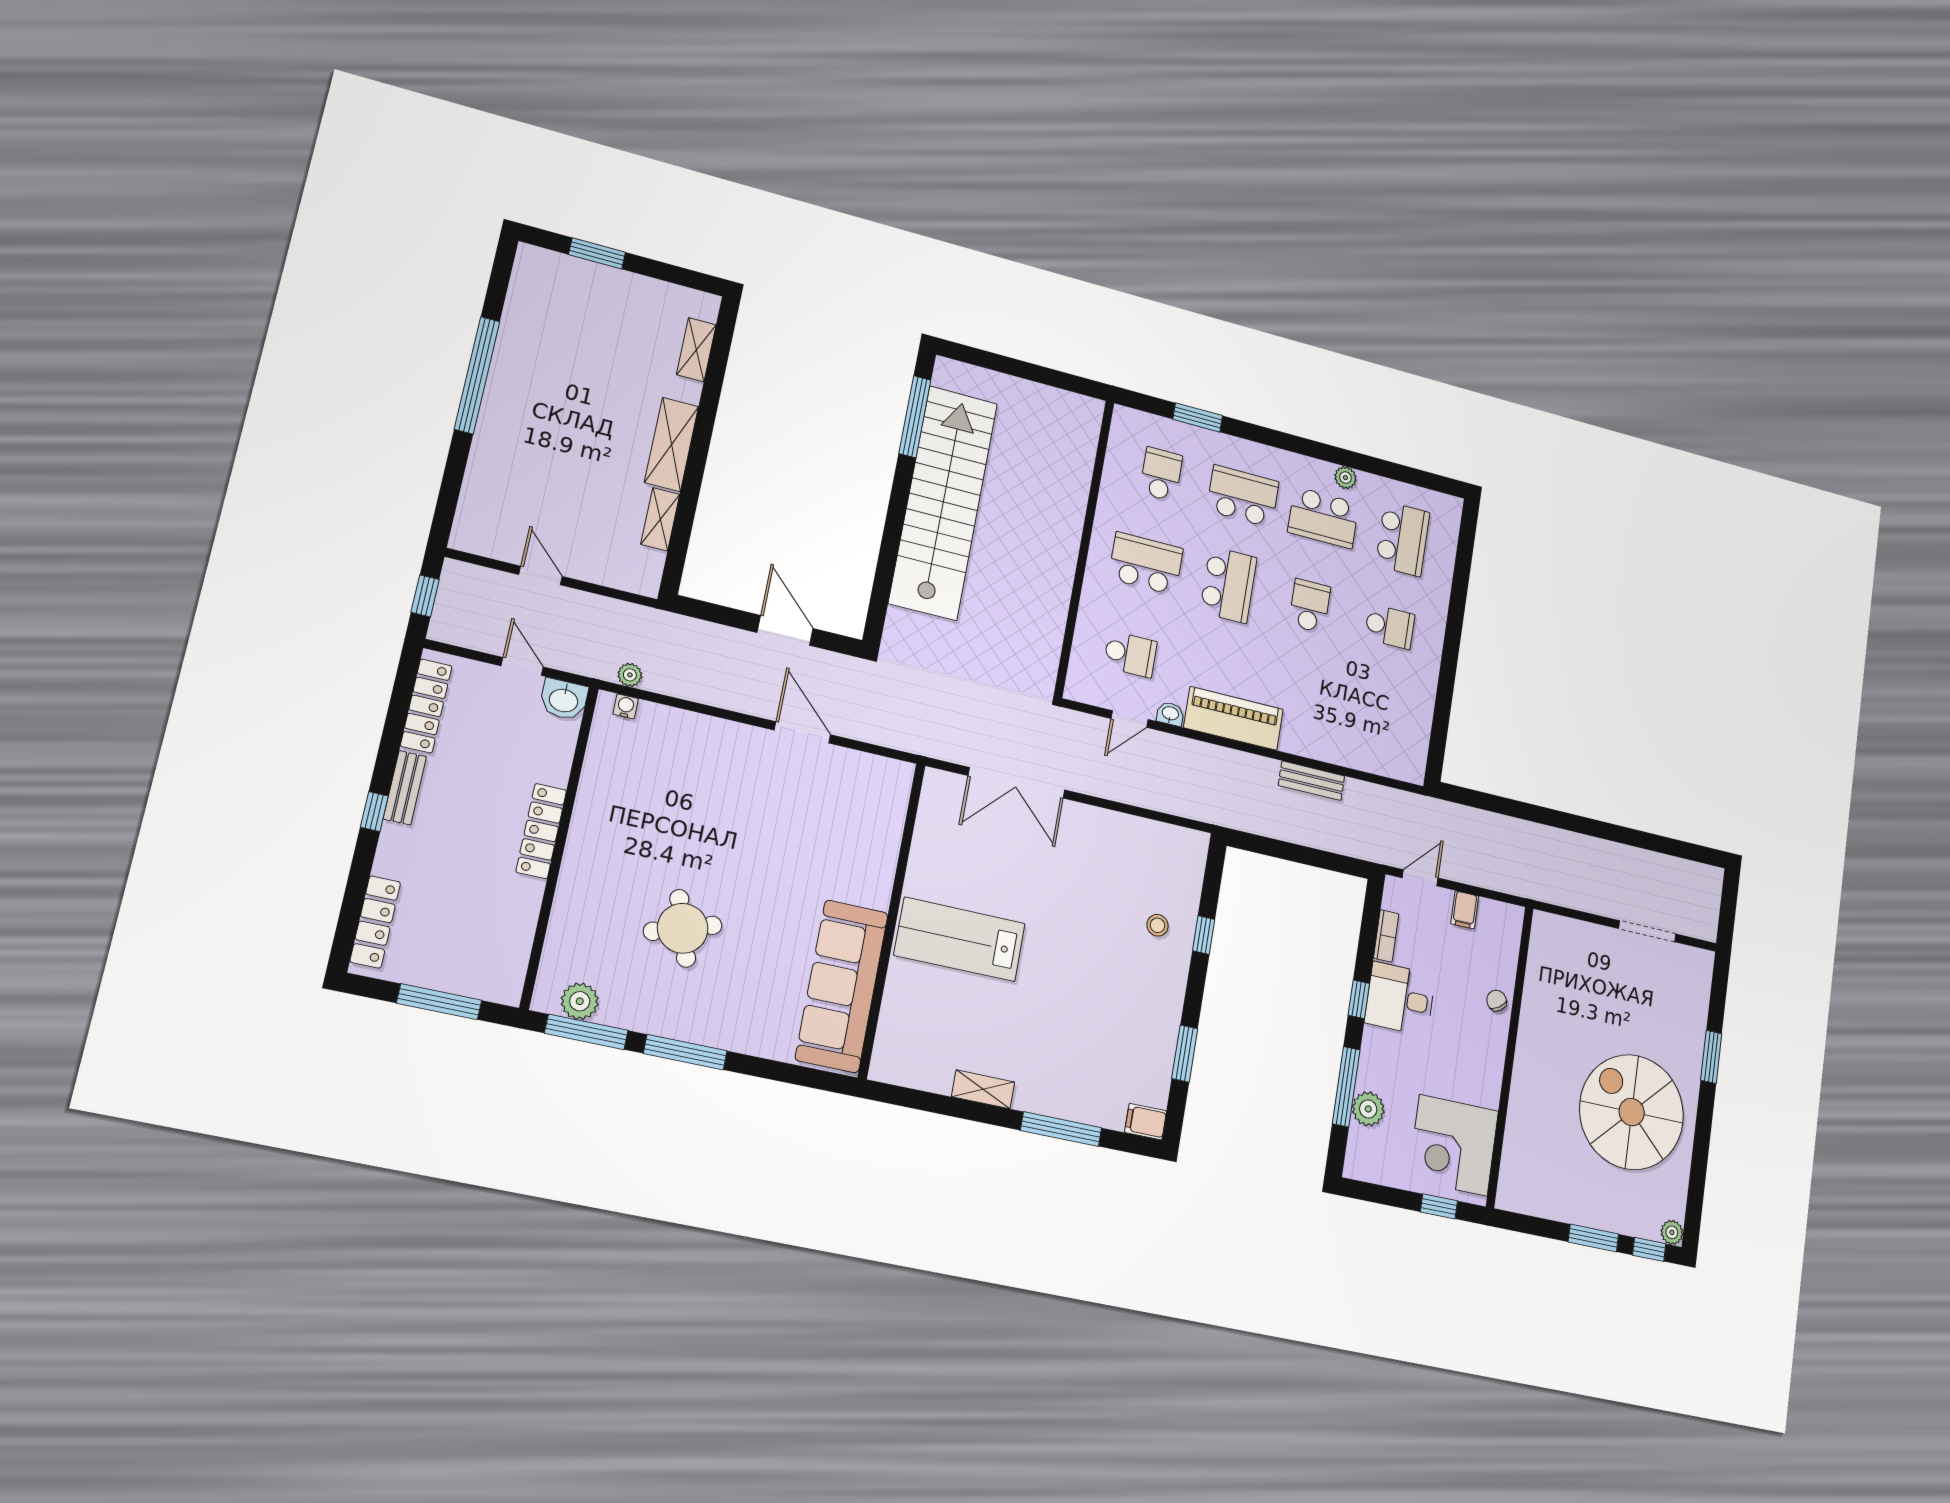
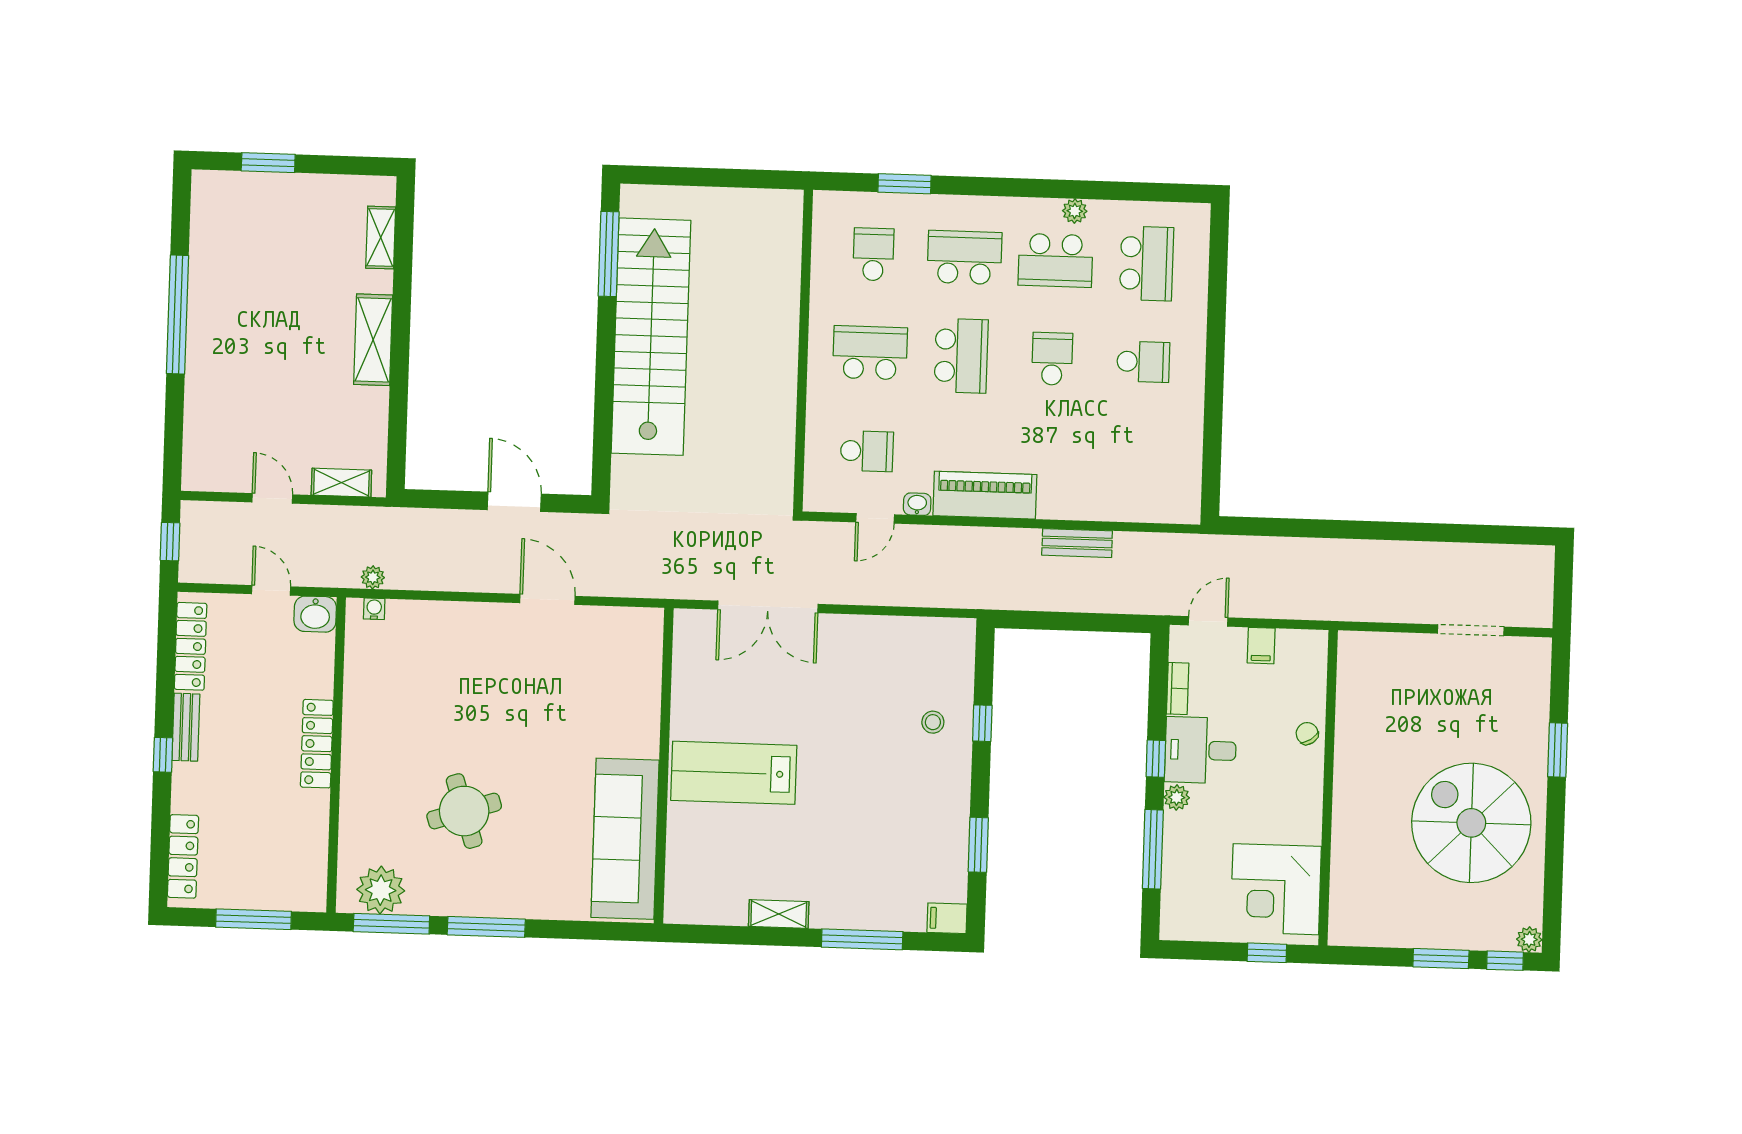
shelving: (660, 519) -> (341, 483), moved, turned 90
plant: (580, 1001) -> (381, 890), width x1.36, depth x1.36
plant: (1368, 1109) -> (1177, 797), moved, width x0.73, depth x0.73

